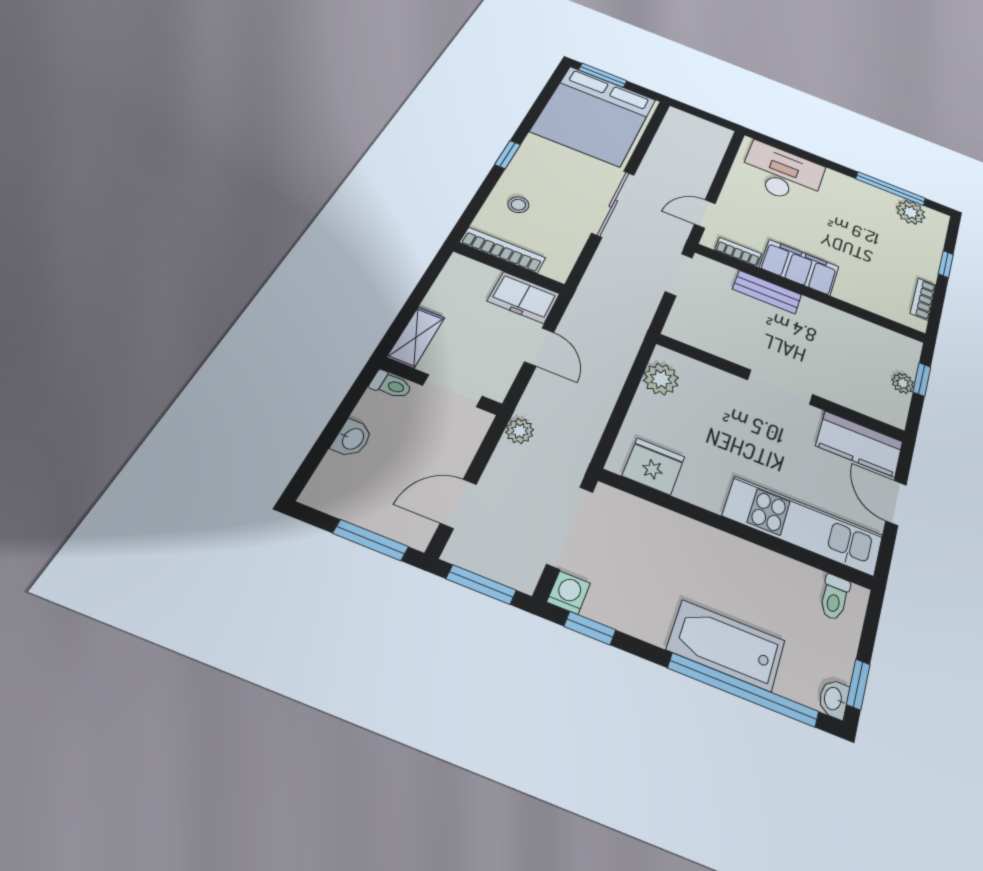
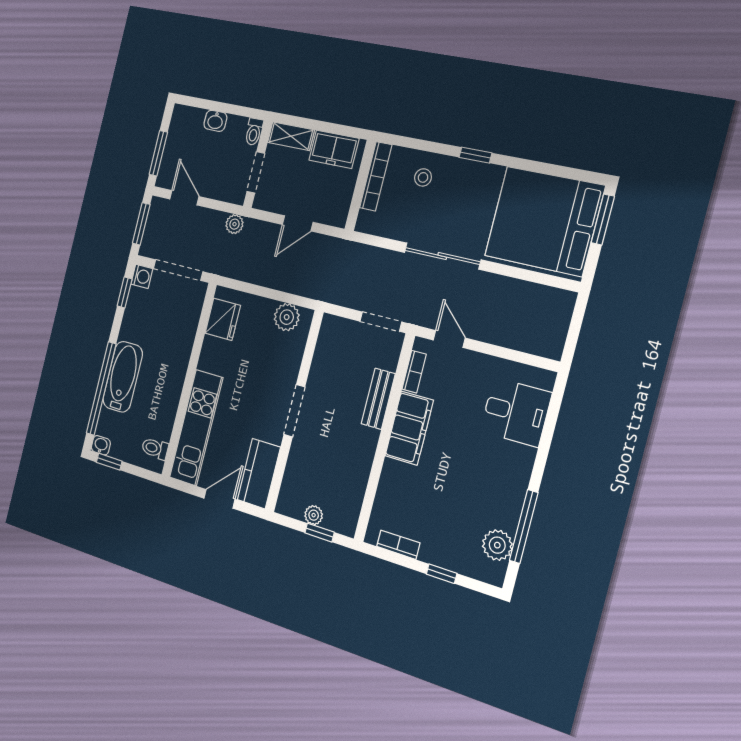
desk: (782, 174) -> (516, 412), width x0.73
freezer: (523, 297) -> (334, 149), moved, turned -90

